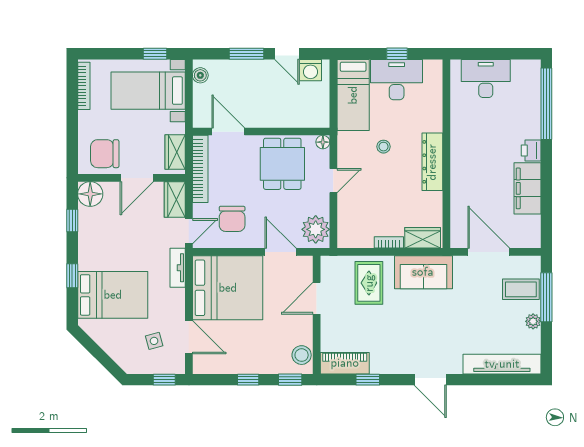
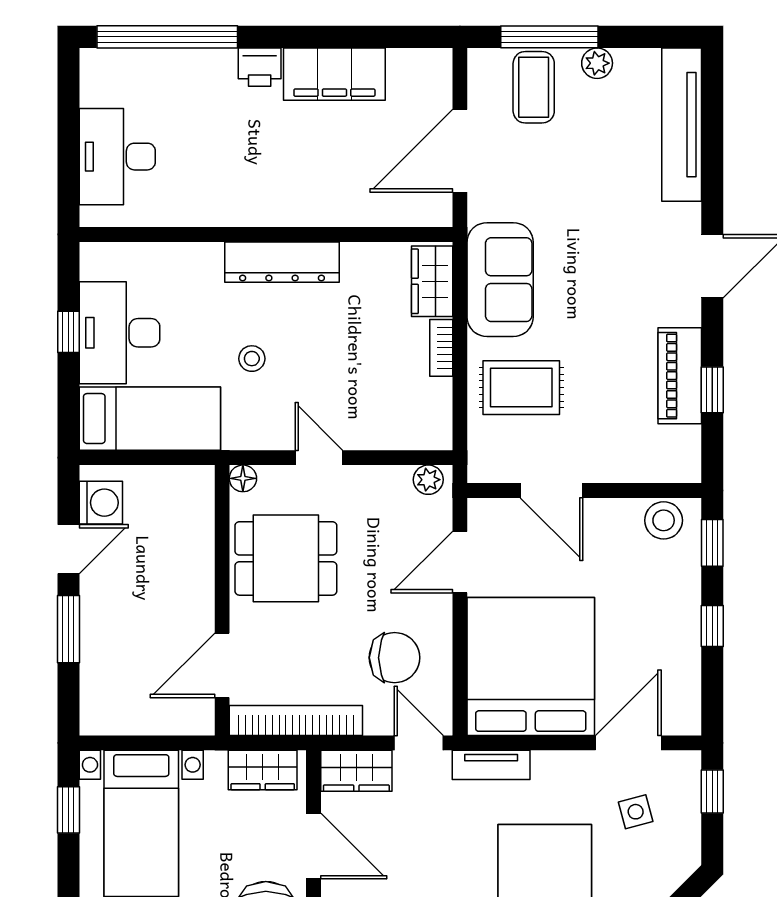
boiler: (200, 75) -> (111, 720), removed
plant: (316, 229) -> (428, 480), width x0.53, depth x0.53
piano: (345, 363) -> (680, 376), moved

